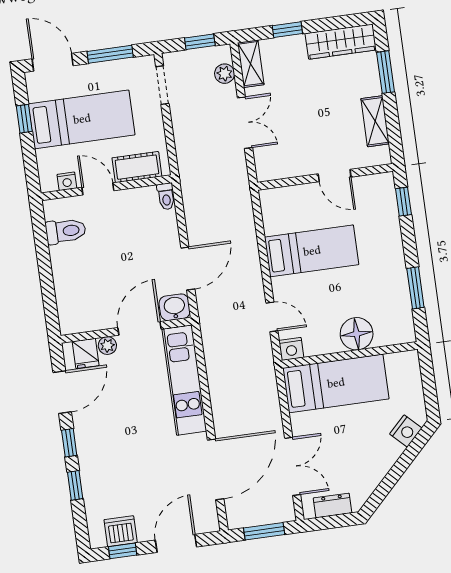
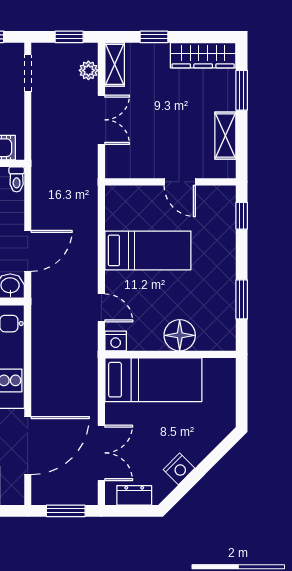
nightstand: (406, 431) -> (179, 469), moved

